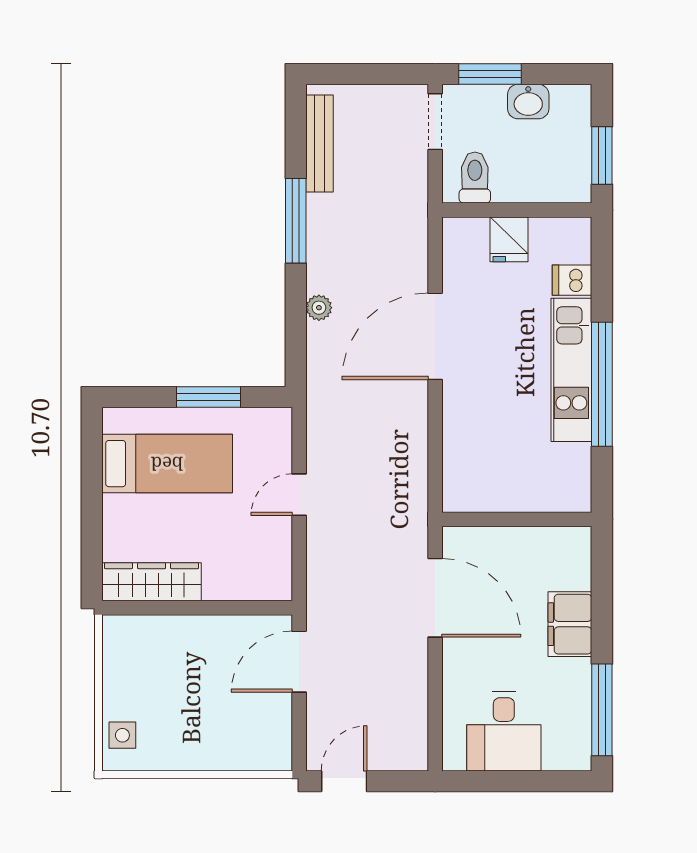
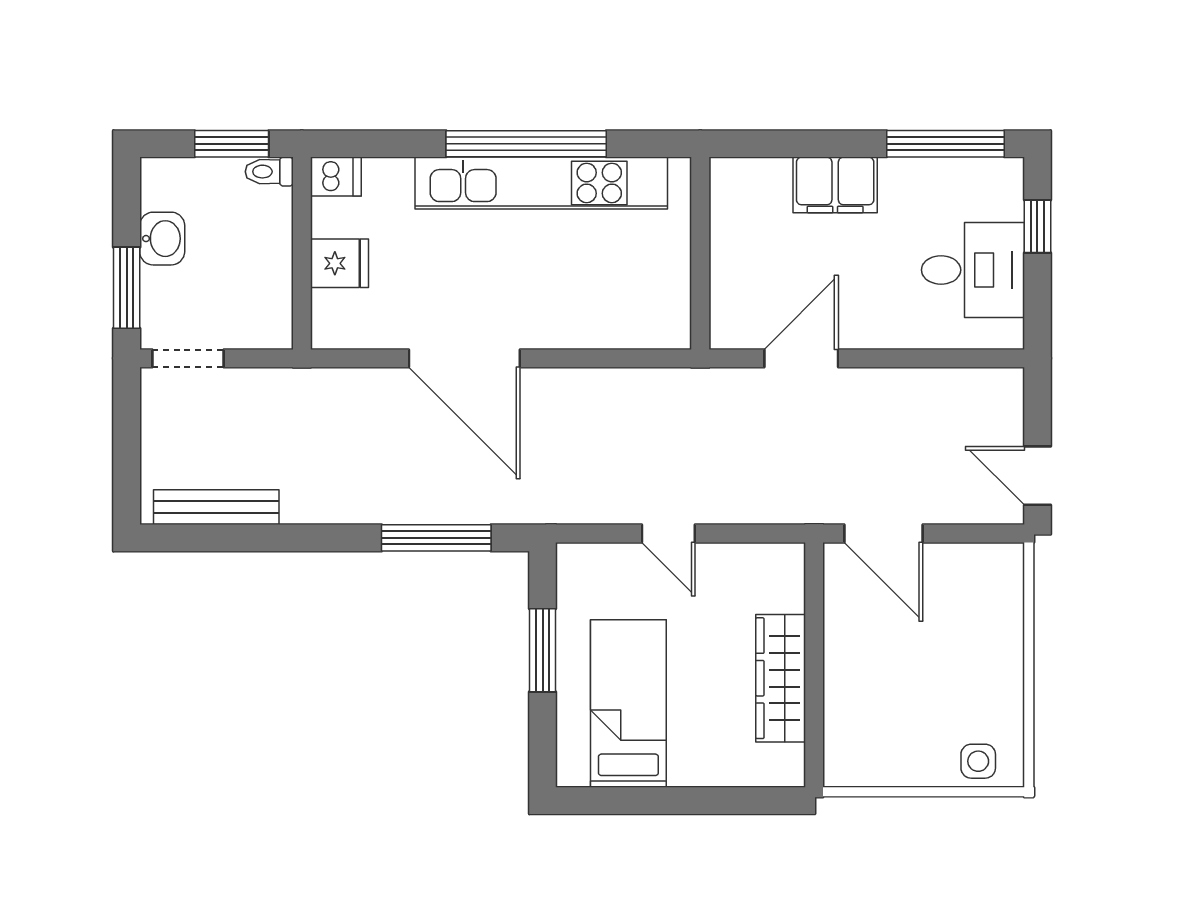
toilet: (475, 177) -> (269, 172), moved, width x0.73, depth x0.72
window: (296, 221) -> (436, 538), moved
dishwasher: (572, 280) -> (336, 177), moved, turned -90
plant: (319, 308) -> (428, 508), removed
kitchen unit: (571, 370) -> (541, 183), width x1.36
wardrobe: (152, 582) -> (781, 678), moved
door: (435, 598) -> (801, 358), width x0.73
window: (538, 781) -> (1037, 226), added

